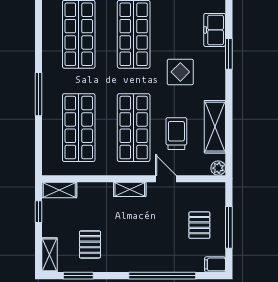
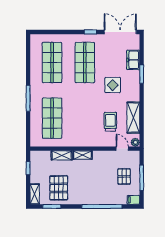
shop shelf: (134, 128) -> (85, 118), removed
door: (166, 179) -> (122, 149), moved
shelving: (59, 190) -> (62, 155), moved
pallet: (90, 244) -> (59, 188), width x1.50, depth x1.42

